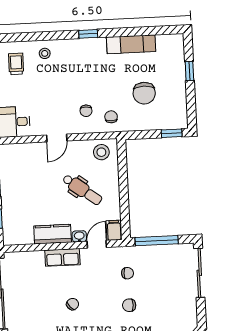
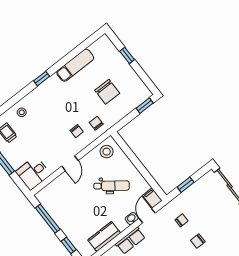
kitchen counter: (53, 234) -> (104, 237), moved
window: (157, 241) -> (186, 185), width x0.46

